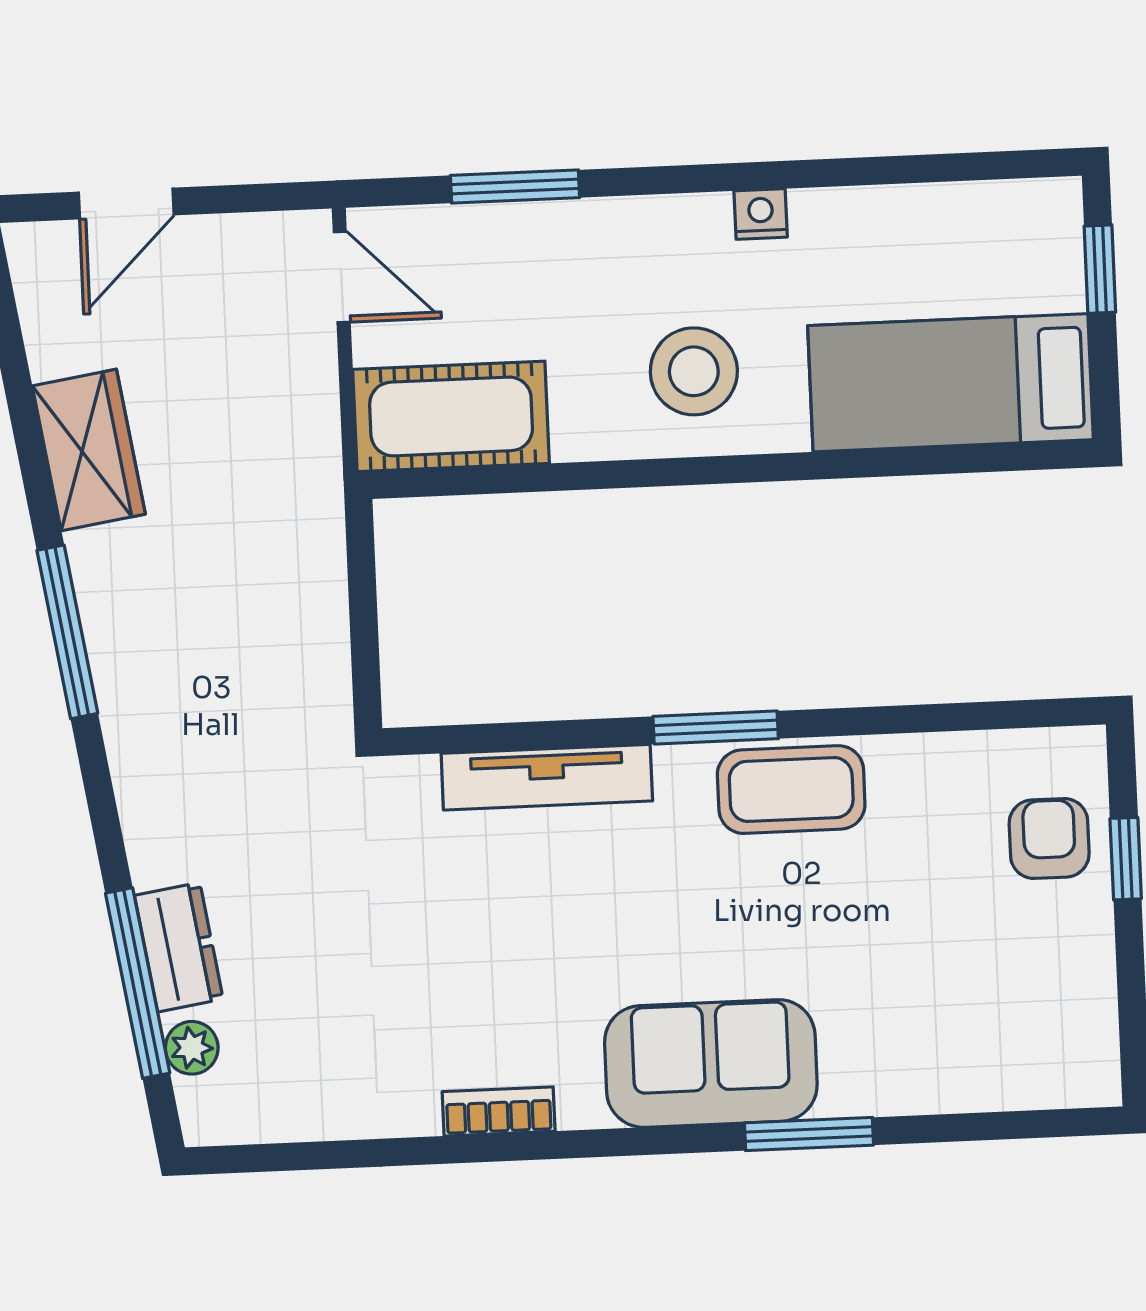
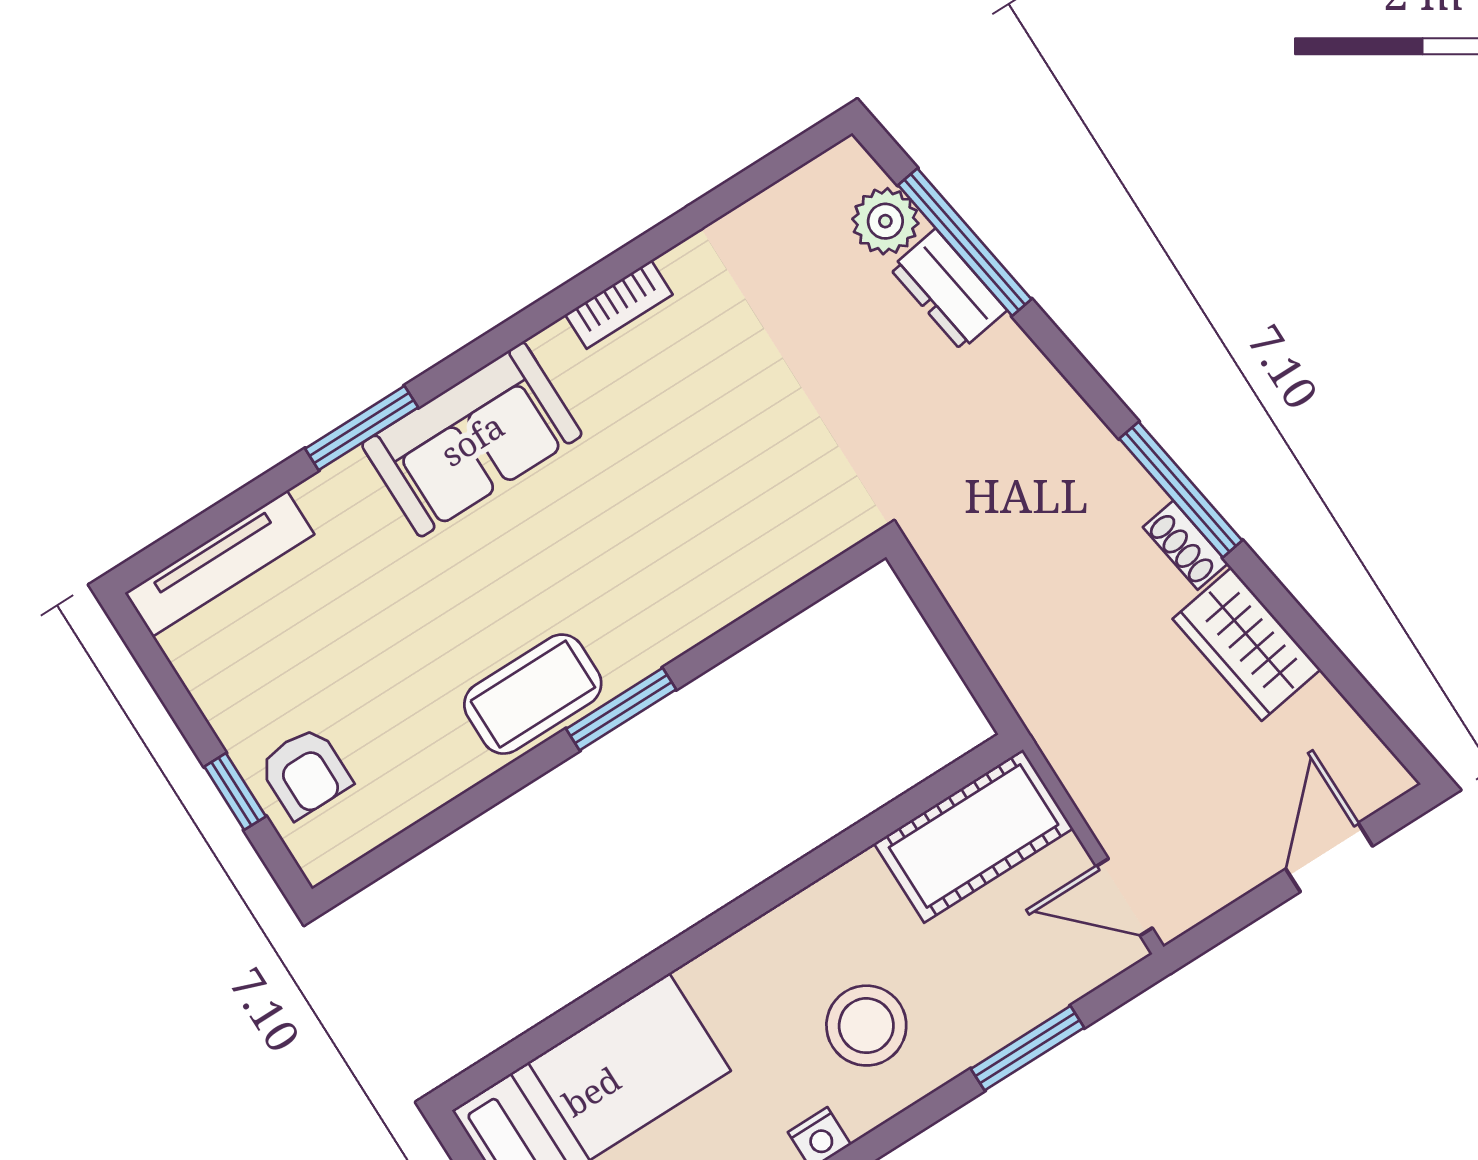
stool: (694, 371) -> (866, 1026), moved
shoe rack: (93, 577) -> (1186, 545), added
tv unit: (547, 777) -> (220, 564), moved, turned 180
plant: (192, 1048) -> (885, 221), width x1.38, depth x1.38

